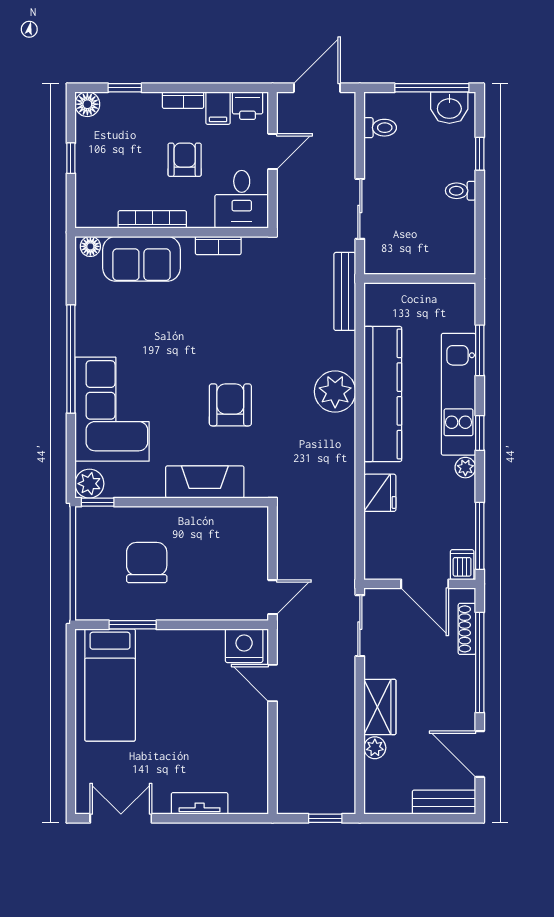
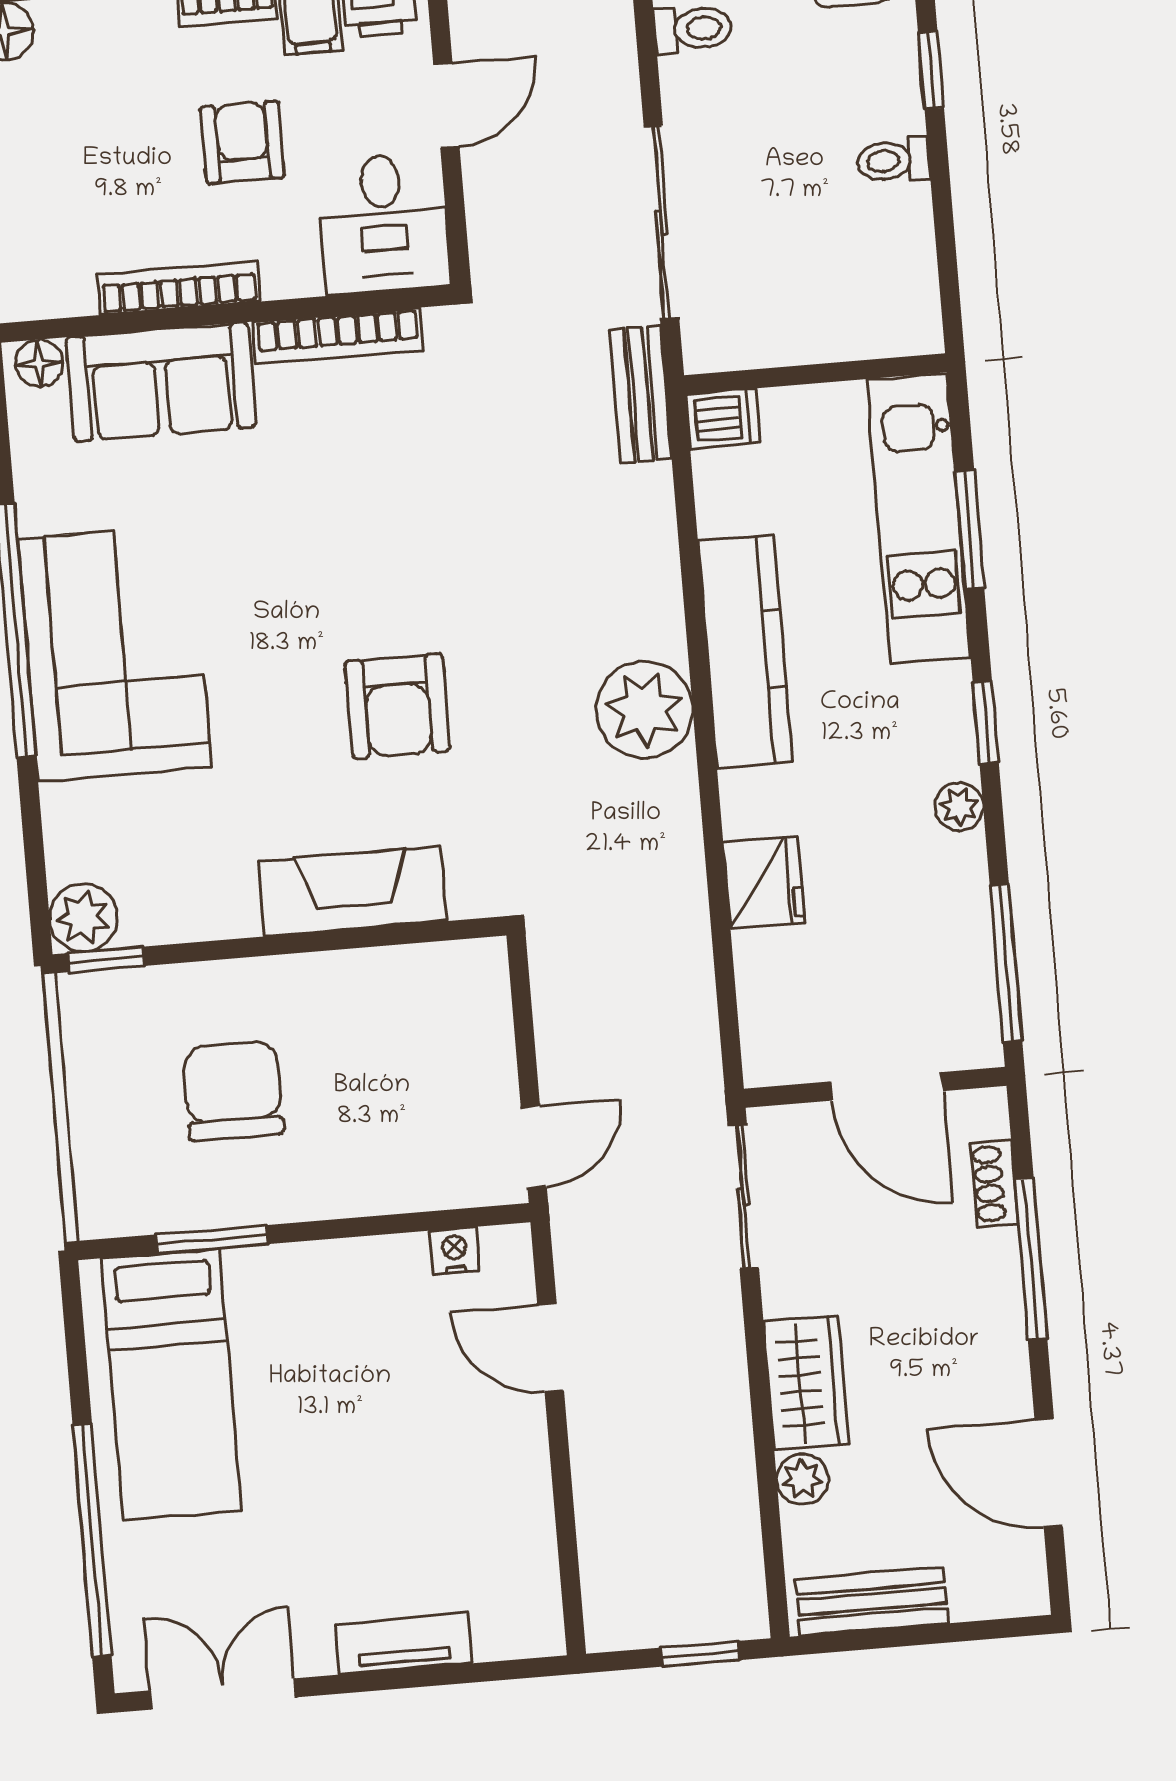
sliding door: (360, 209) -> (661, 223), width x1.37
bookcase: (218, 245) -> (338, 336), width x1.56
bench: (345, 291) -> (641, 394), width x0.73
plant: (335, 392) -> (644, 710), moved
kitchen counter: (383, 394) -> (745, 651), width x0.72, depth x0.86
kitchen unit: (459, 394) -> (919, 519), moved
armchair: (230, 405) -> (397, 706), turned 180
corner sofa: (112, 409) -> (115, 653), moved
dishwasher: (462, 565) -> (723, 419), moved, turned 90
shoe rack: (467, 629) -> (994, 1183), width x0.70
nightstand: (244, 646) -> (455, 1251), width x0.53, depth x0.56
window: (480, 662) -> (1031, 1259), width x0.68
window: (71, 748) -> (92, 1540), added
bench: (444, 802) -> (872, 1601), moved

